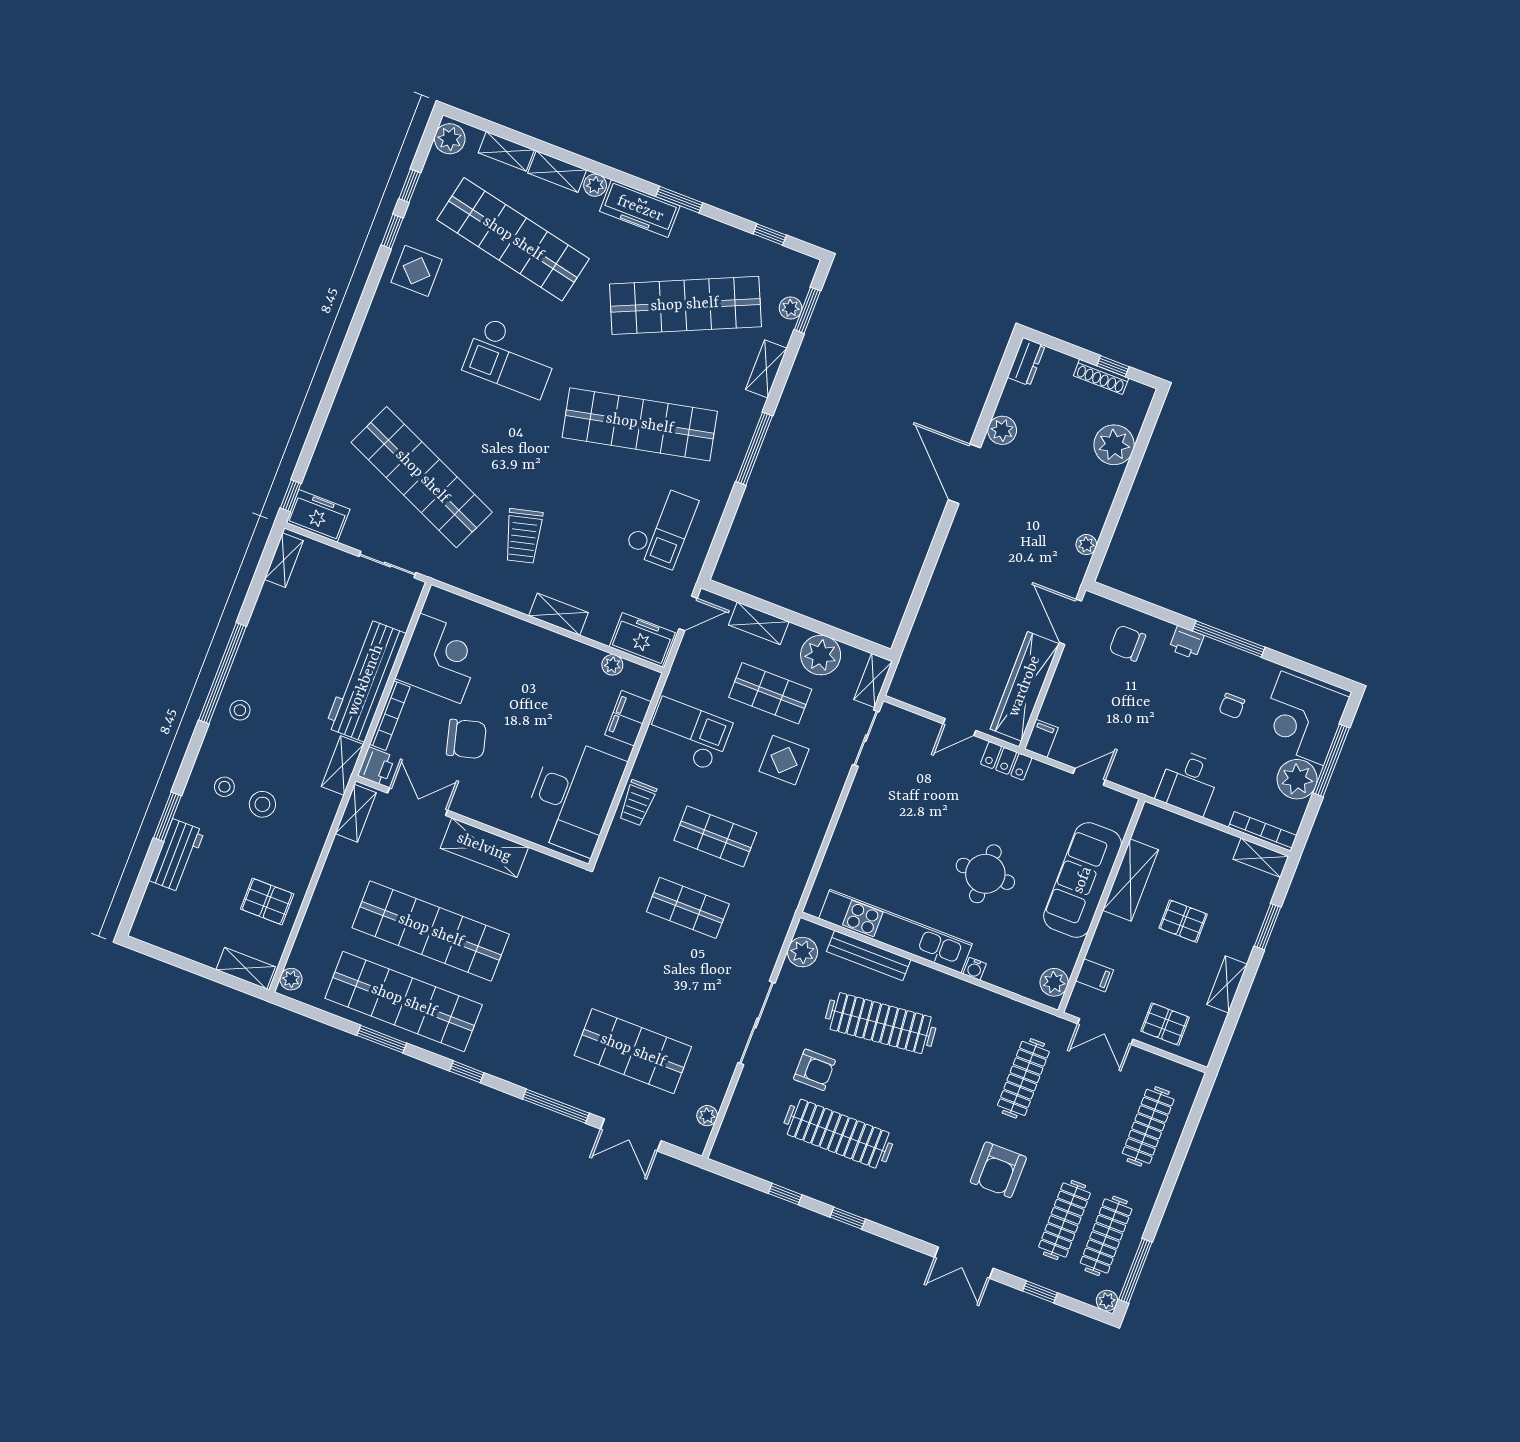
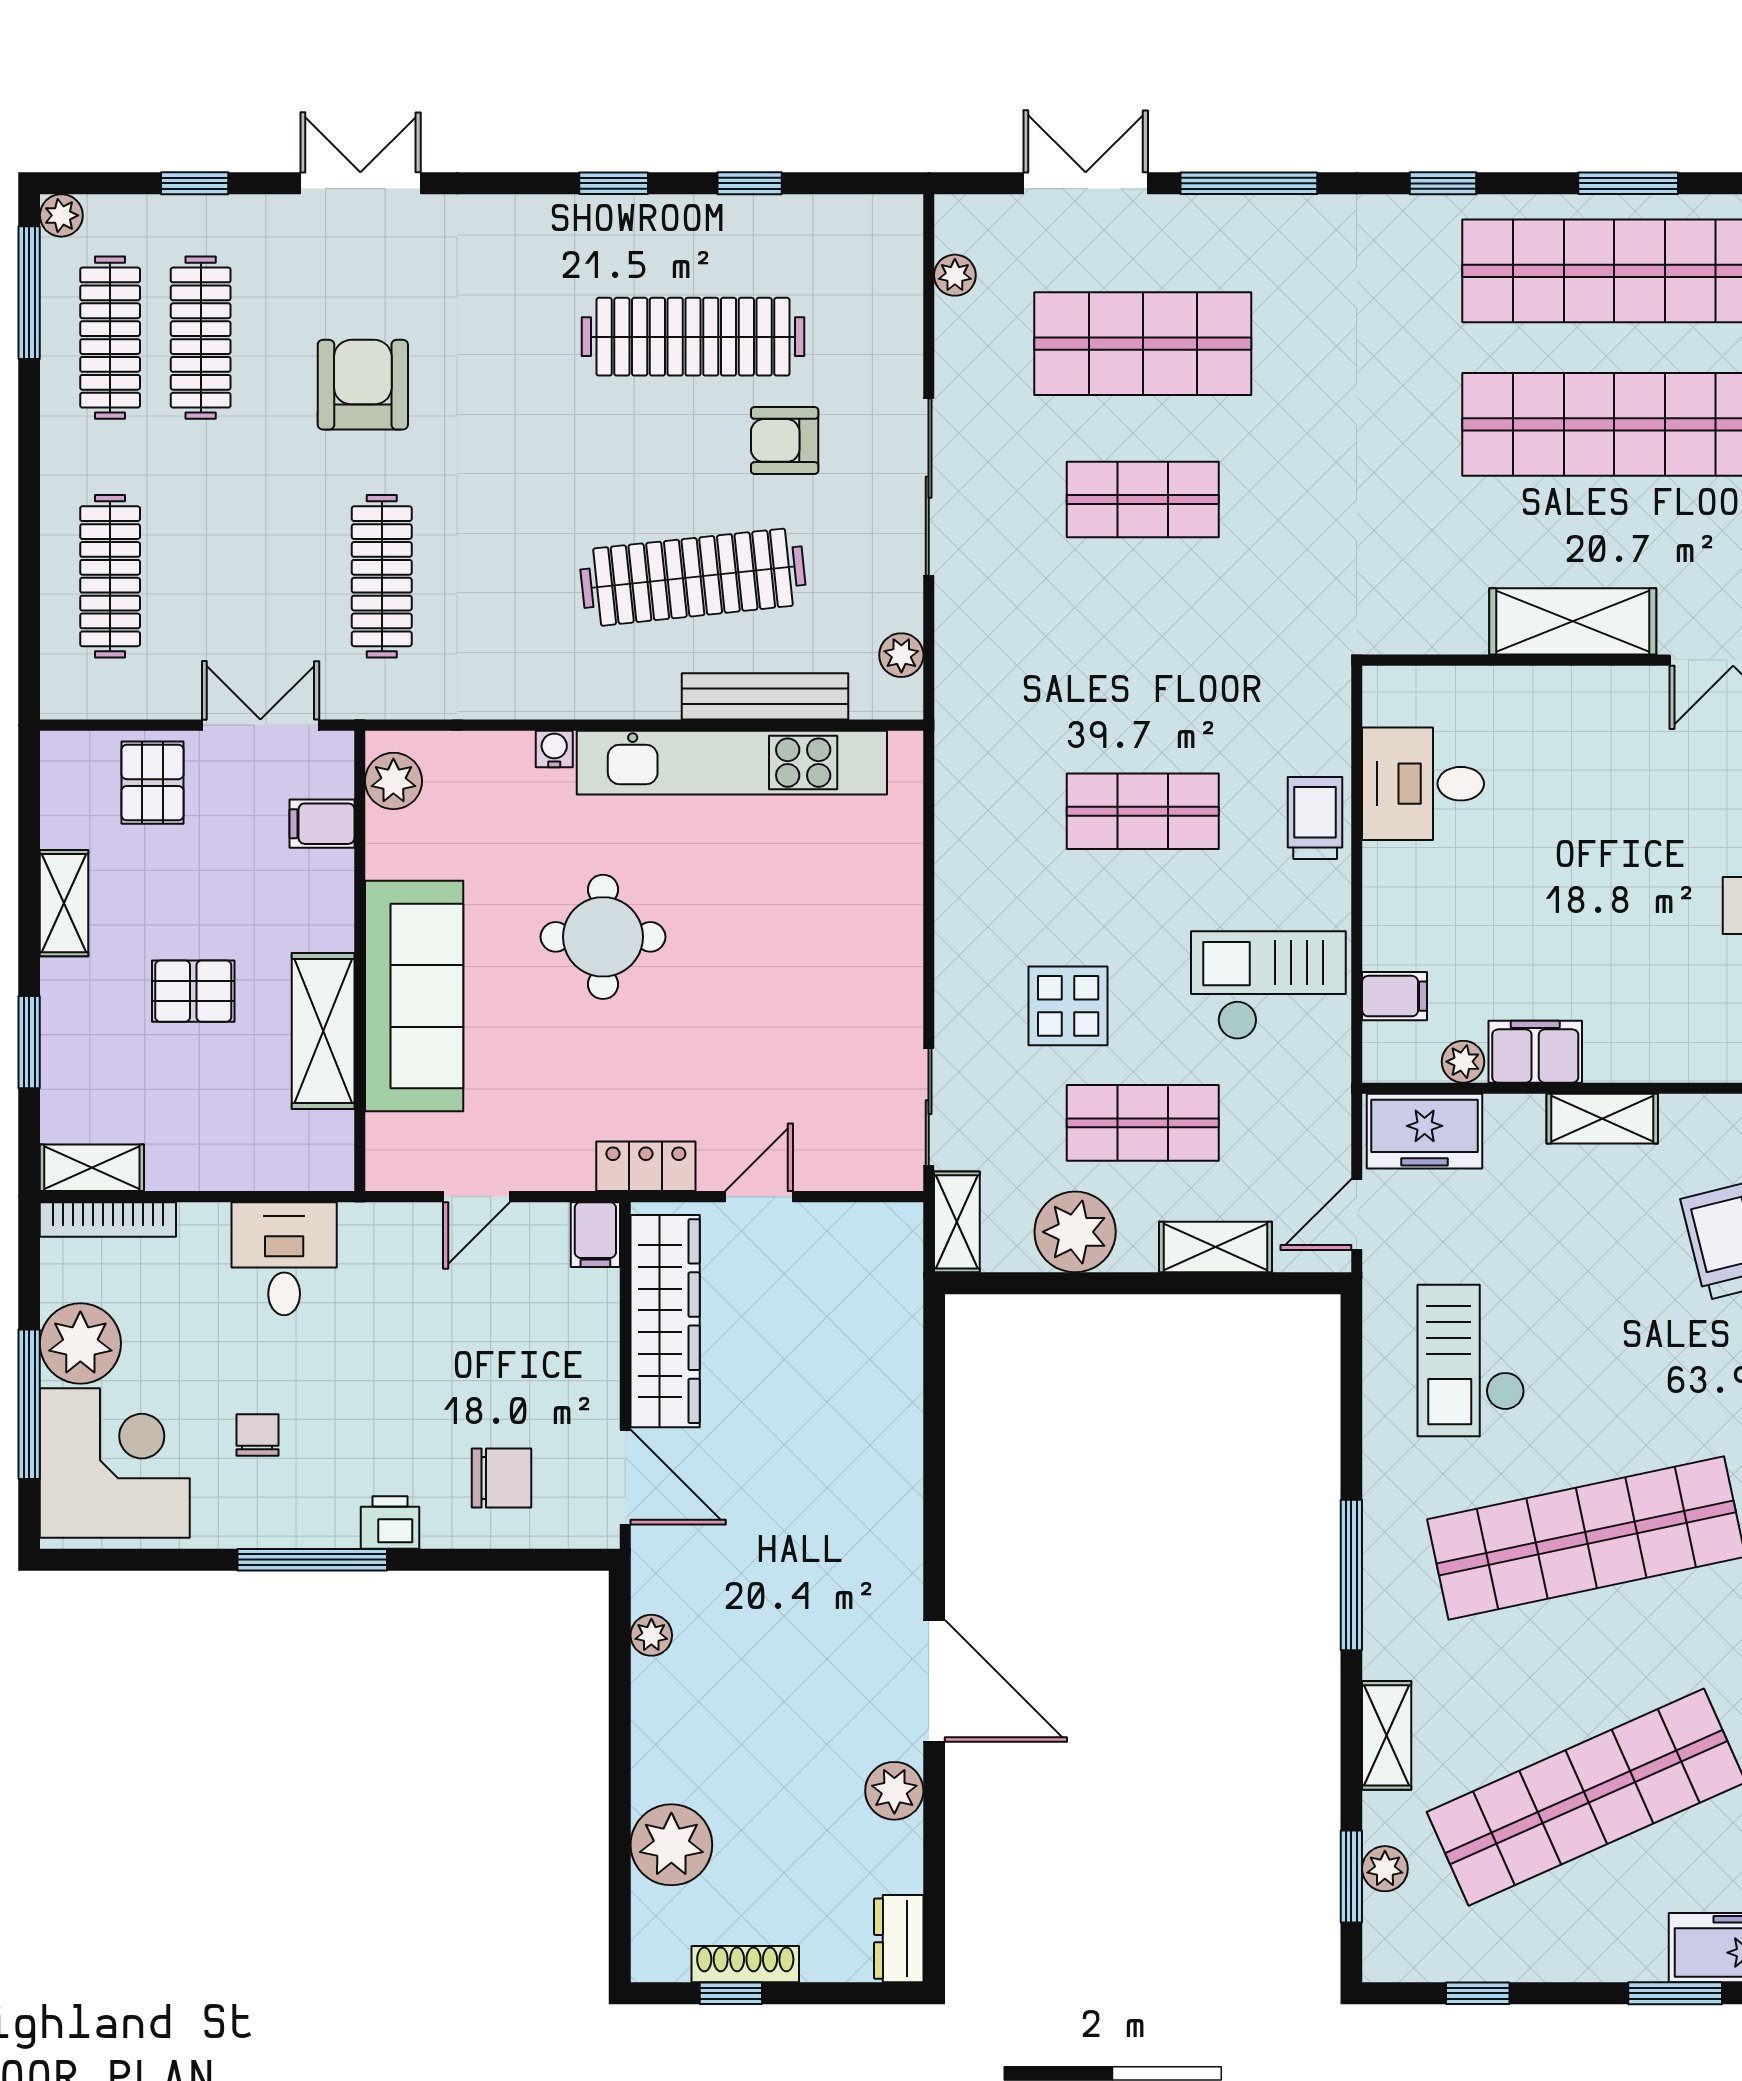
filing cabinet: (577, 657) -> (1535, 1052), added
filing cabinet: (628, 718) -> (1395, 996), width x0.50
checkout: (688, 734) -> (1268, 985), turned 180
chair: (466, 739) -> (1686, 815), removed
desk: (573, 796) -> (1423, 784), width x0.53, depth x0.77
shop shelf: (688, 908) -> (1143, 499), moved
plant: (802, 952) -> (901, 655), width x0.73, depth x0.73
pallet: (1165, 1024) -> (153, 783), turned 90

